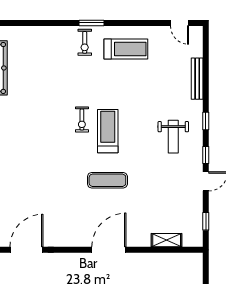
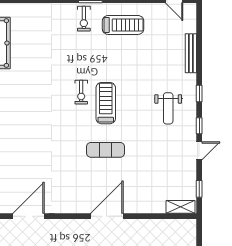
shelving: (167, 240) -> (181, 207), moved

